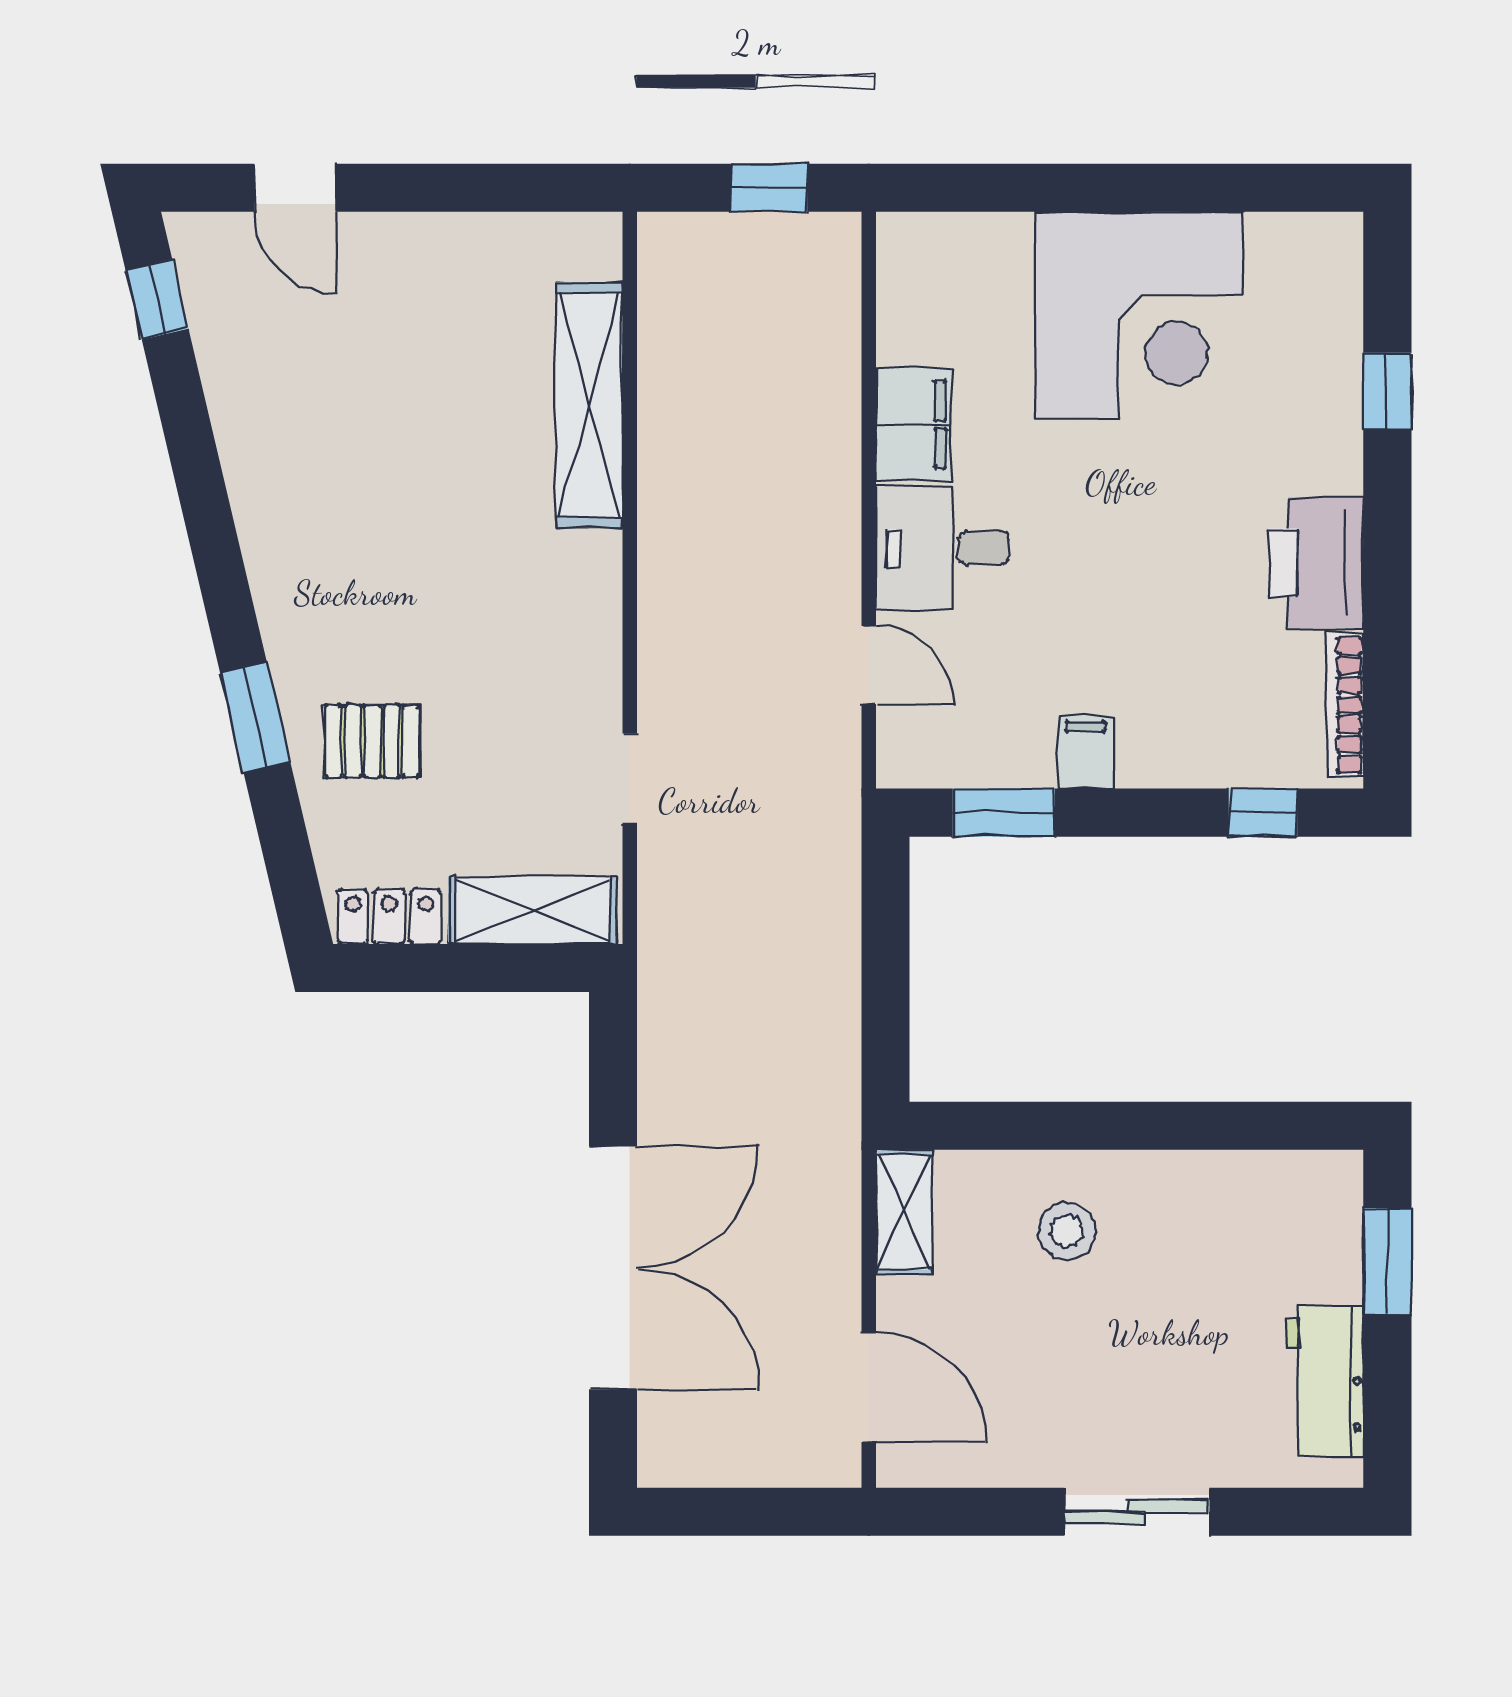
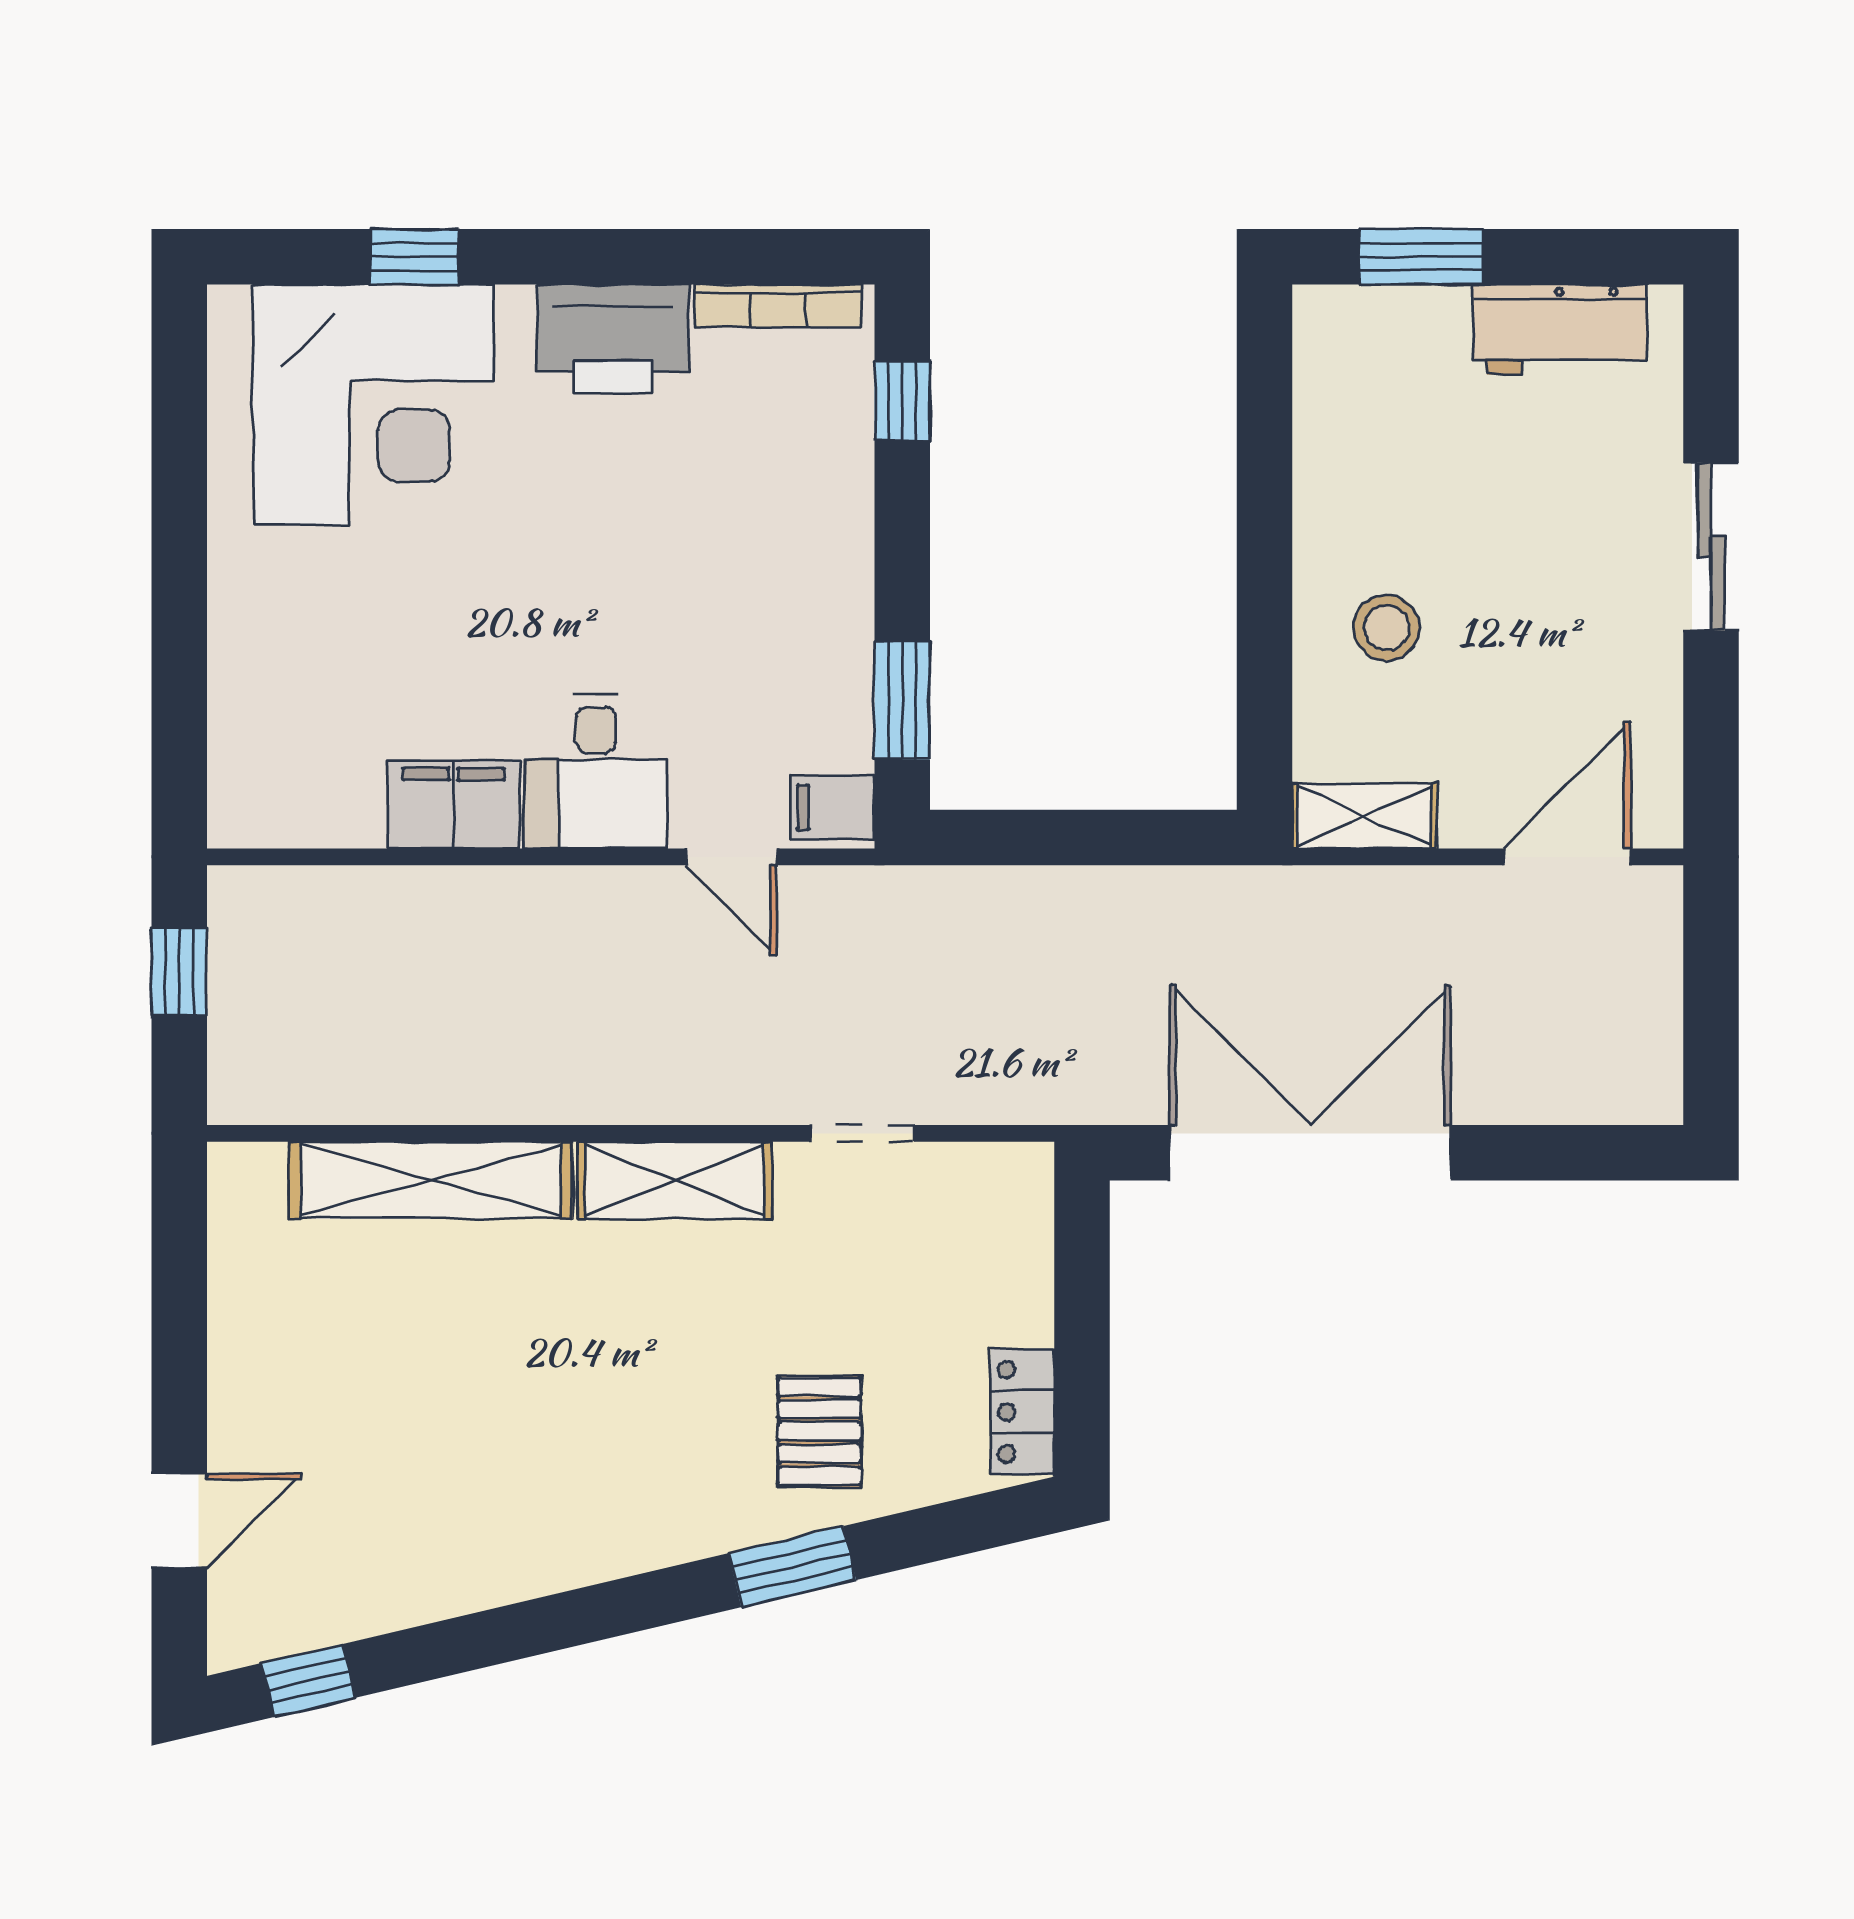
corner desk: (1139, 316) -> (373, 405), moved, turned 90
door: (869, 665) -> (732, 857), swing flipped
filing cabinet: (1085, 752) -> (832, 808), moved
shelving: (532, 911) -> (675, 1180), moved, turned 90
double door: (613, 1268) -> (1310, 1153), moved

